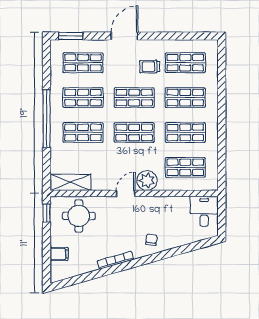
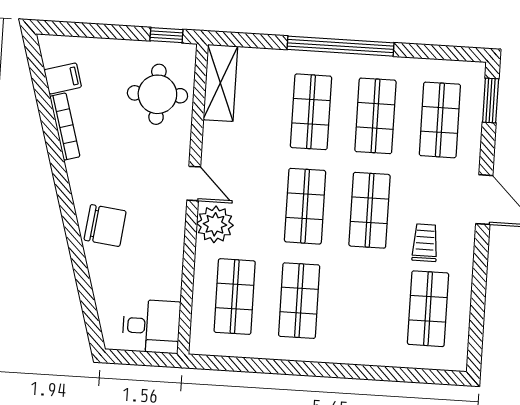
shop shelf: (185, 98) -> (364, 305), removed
chair: (151, 240) -> (105, 226), width x1.87, depth x1.87
filing cabinet: (59, 254) -> (63, 78), moved, turned -106
bookcase: (115, 260) -> (65, 127), moved

